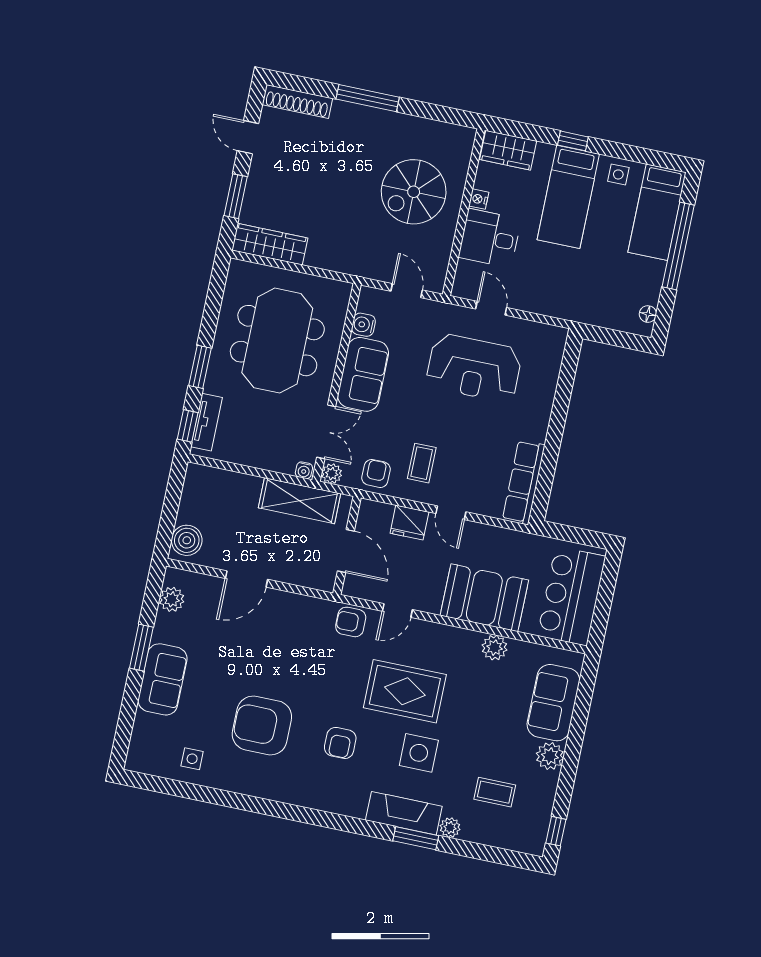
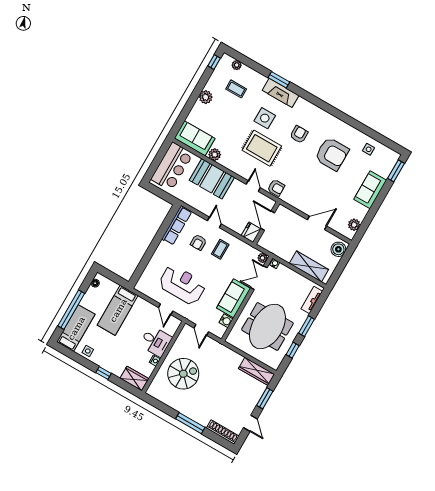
bed: (568, 197) -> (118, 310), moved, turned 180
window: (188, 426) -> (293, 350), moved
armchair: (376, 473) -> (198, 242), moved
shelving: (299, 501) -> (309, 266), moved
fridge: (409, 523) -> (251, 232), moved, turned -90
door: (397, 610) -> (253, 186), hinge flipped
window: (141, 648) -> (396, 171), moved
sofa: (553, 703) -> (195, 138), moved, turned -90
plant: (450, 828) -> (237, 65), moved

